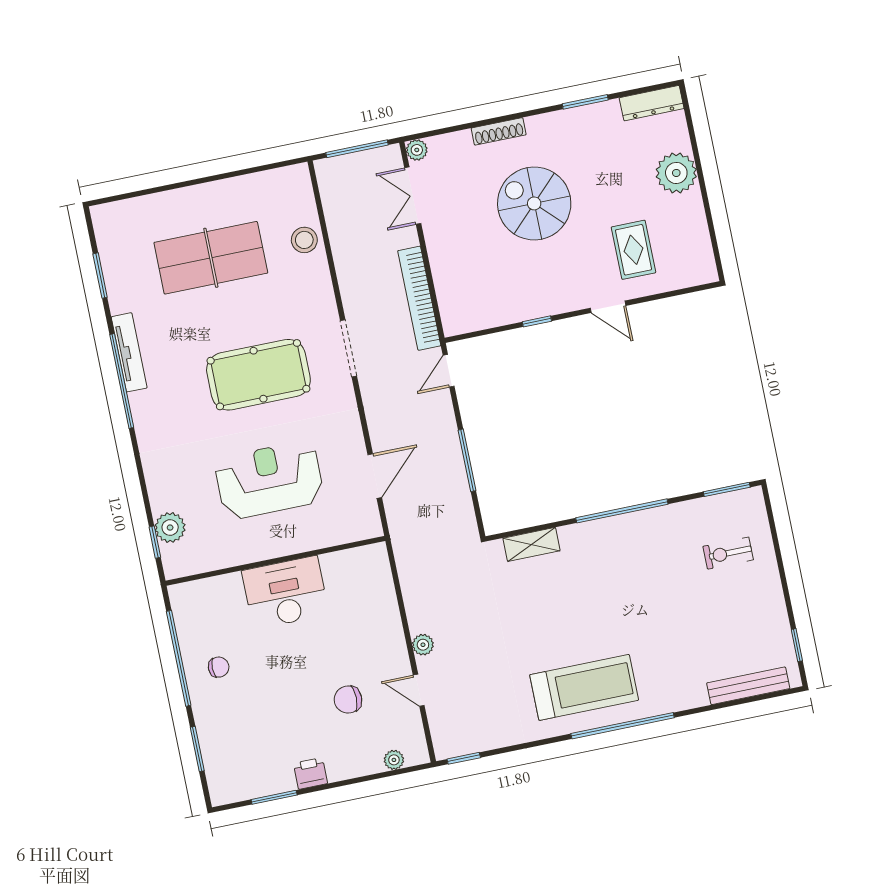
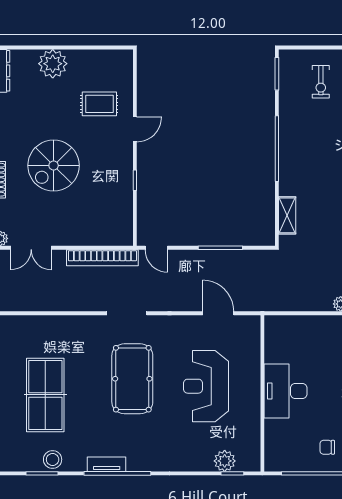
stool: (304, 240) -> (53, 459), moved
tv unit: (129, 352) -> (107, 464), width x0.71
chair: (219, 667) -> (327, 447), turned -90

